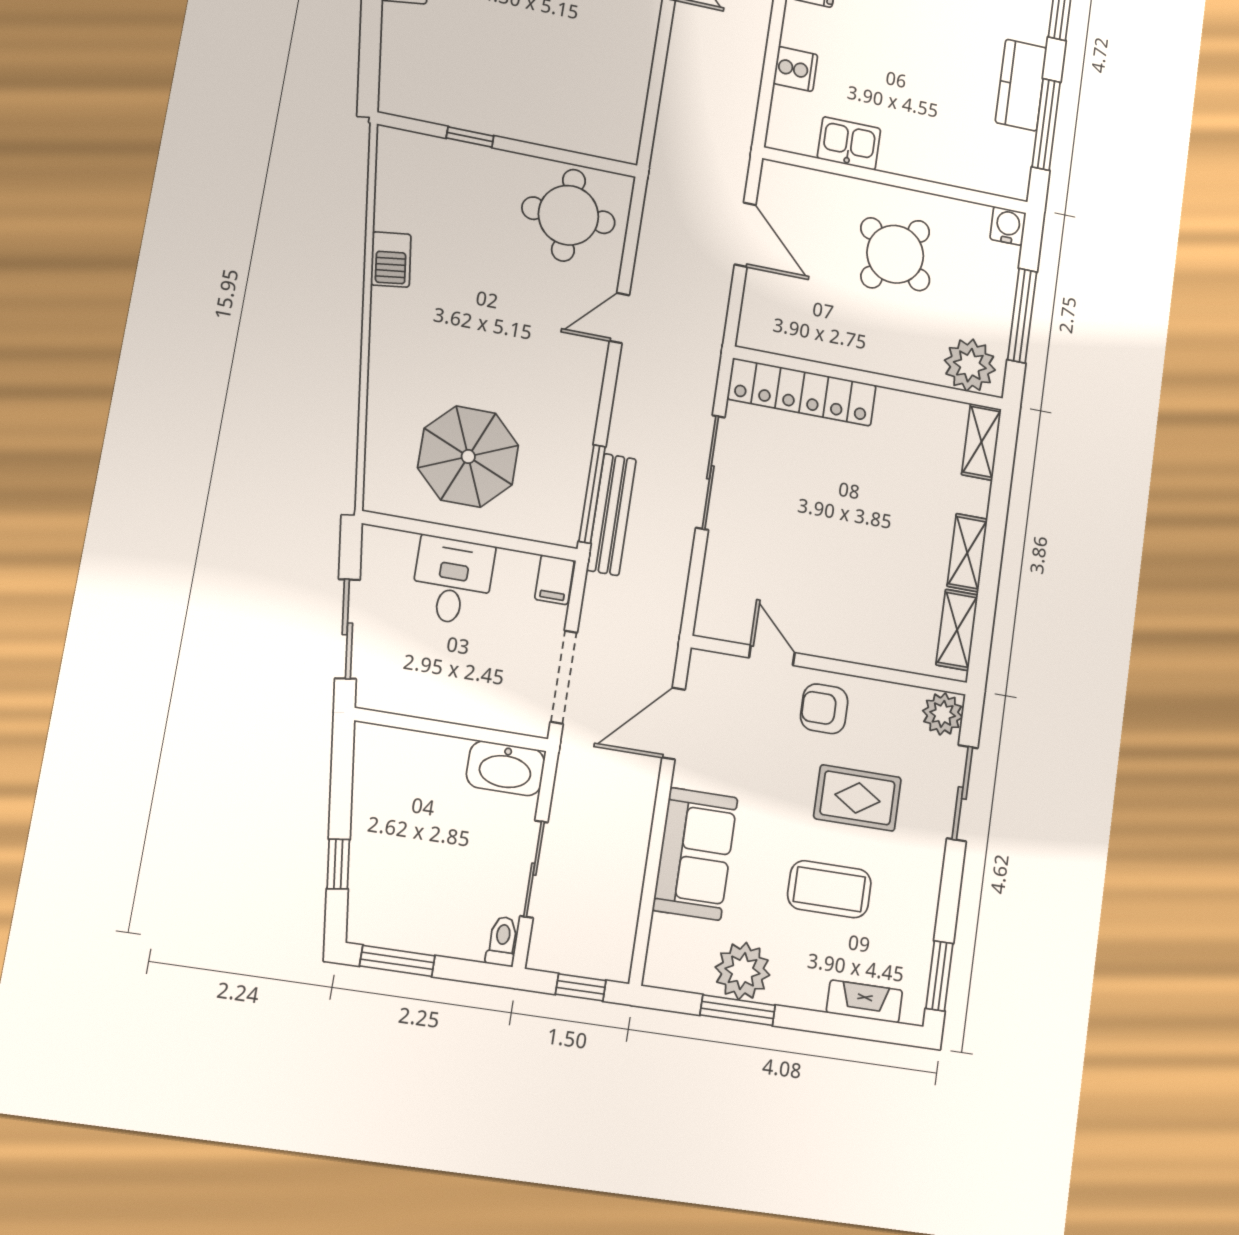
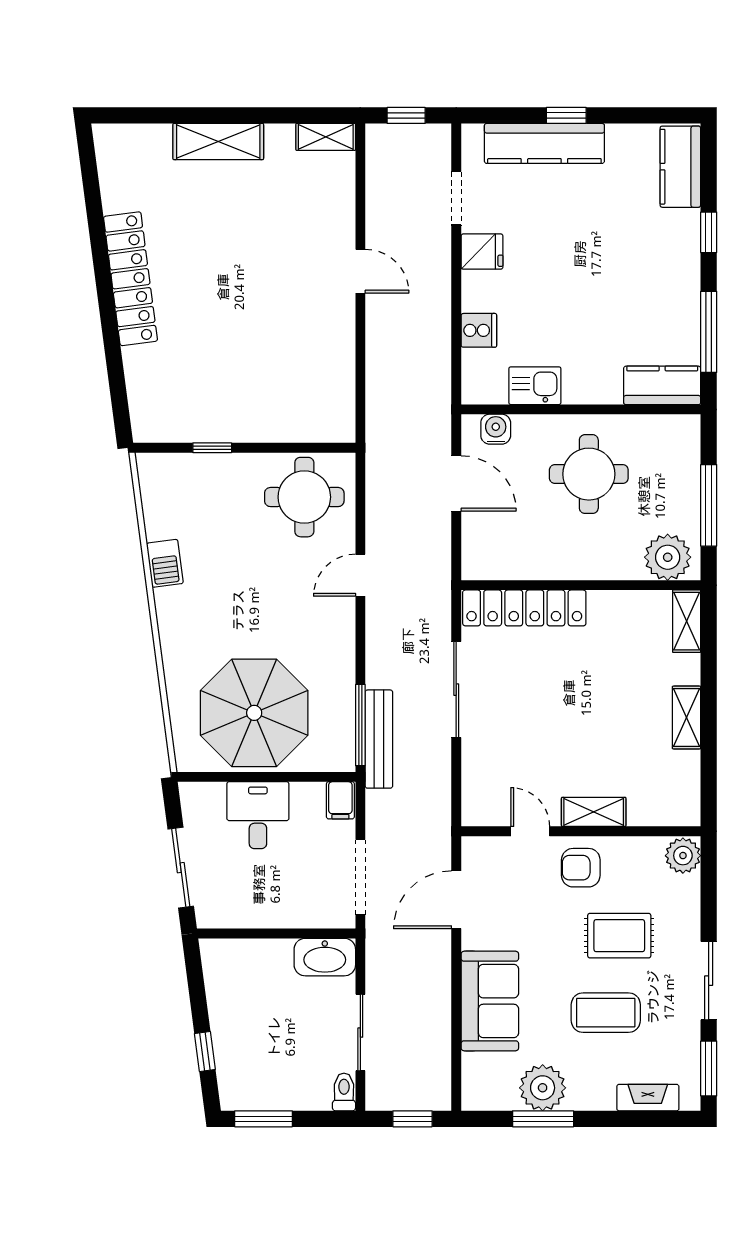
kitchen counter: (1021, 85) -> (662, 385), moved, turned 90
water cooler: (1008, 226) -> (496, 429), moved
round table: (895, 254) -> (589, 474), turned -37
parasol: (468, 457) -> (254, 713), width x1.36, depth x1.36
shelving: (957, 630) -> (594, 812), moved, turned 90
sliding door: (962, 793) -> (709, 981), moved

